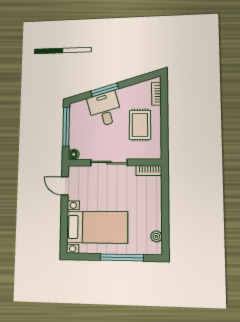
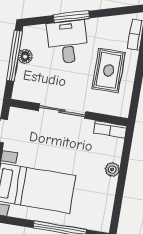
floor lamp: (74, 154) -> (25, 56), moved
plant: (156, 236) -> (112, 170), moved

